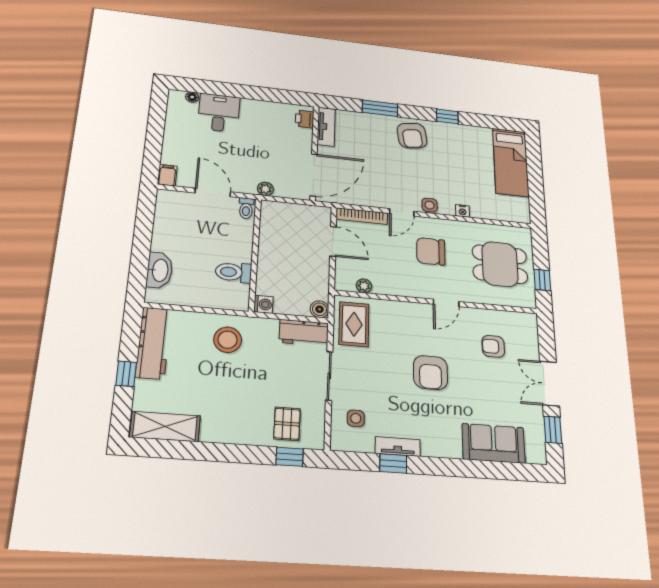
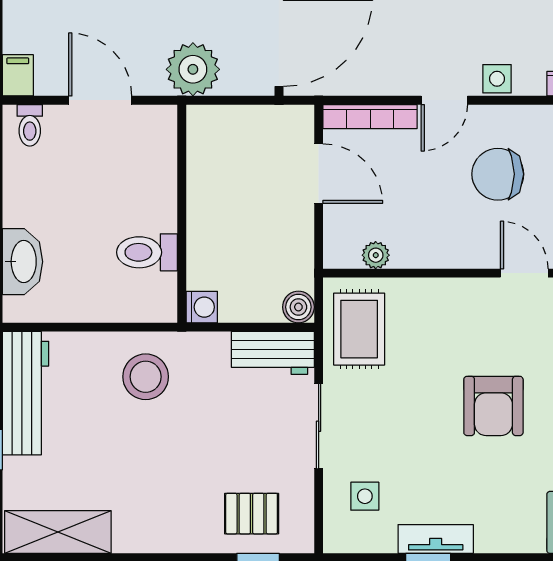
plant: (265, 189) -> (193, 69), width x1.88, depth x1.88
toilet: (246, 208) -> (30, 125), moved
door: (446, 303) -> (524, 273), swing flipped
pallet: (287, 424) -> (252, 514), turned 90

